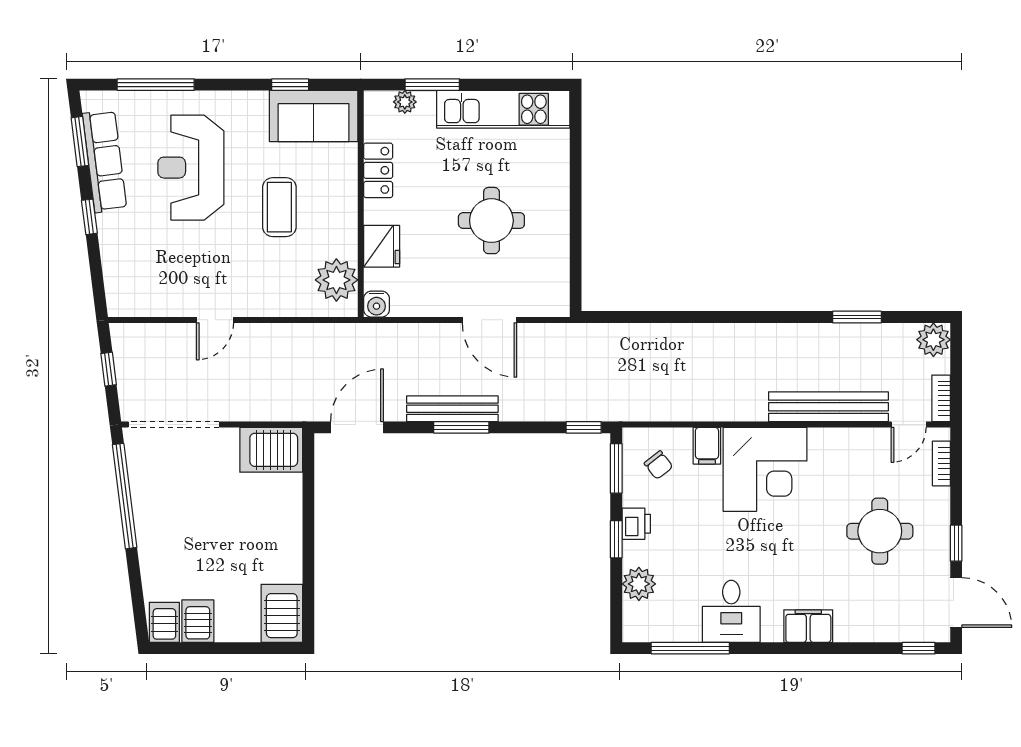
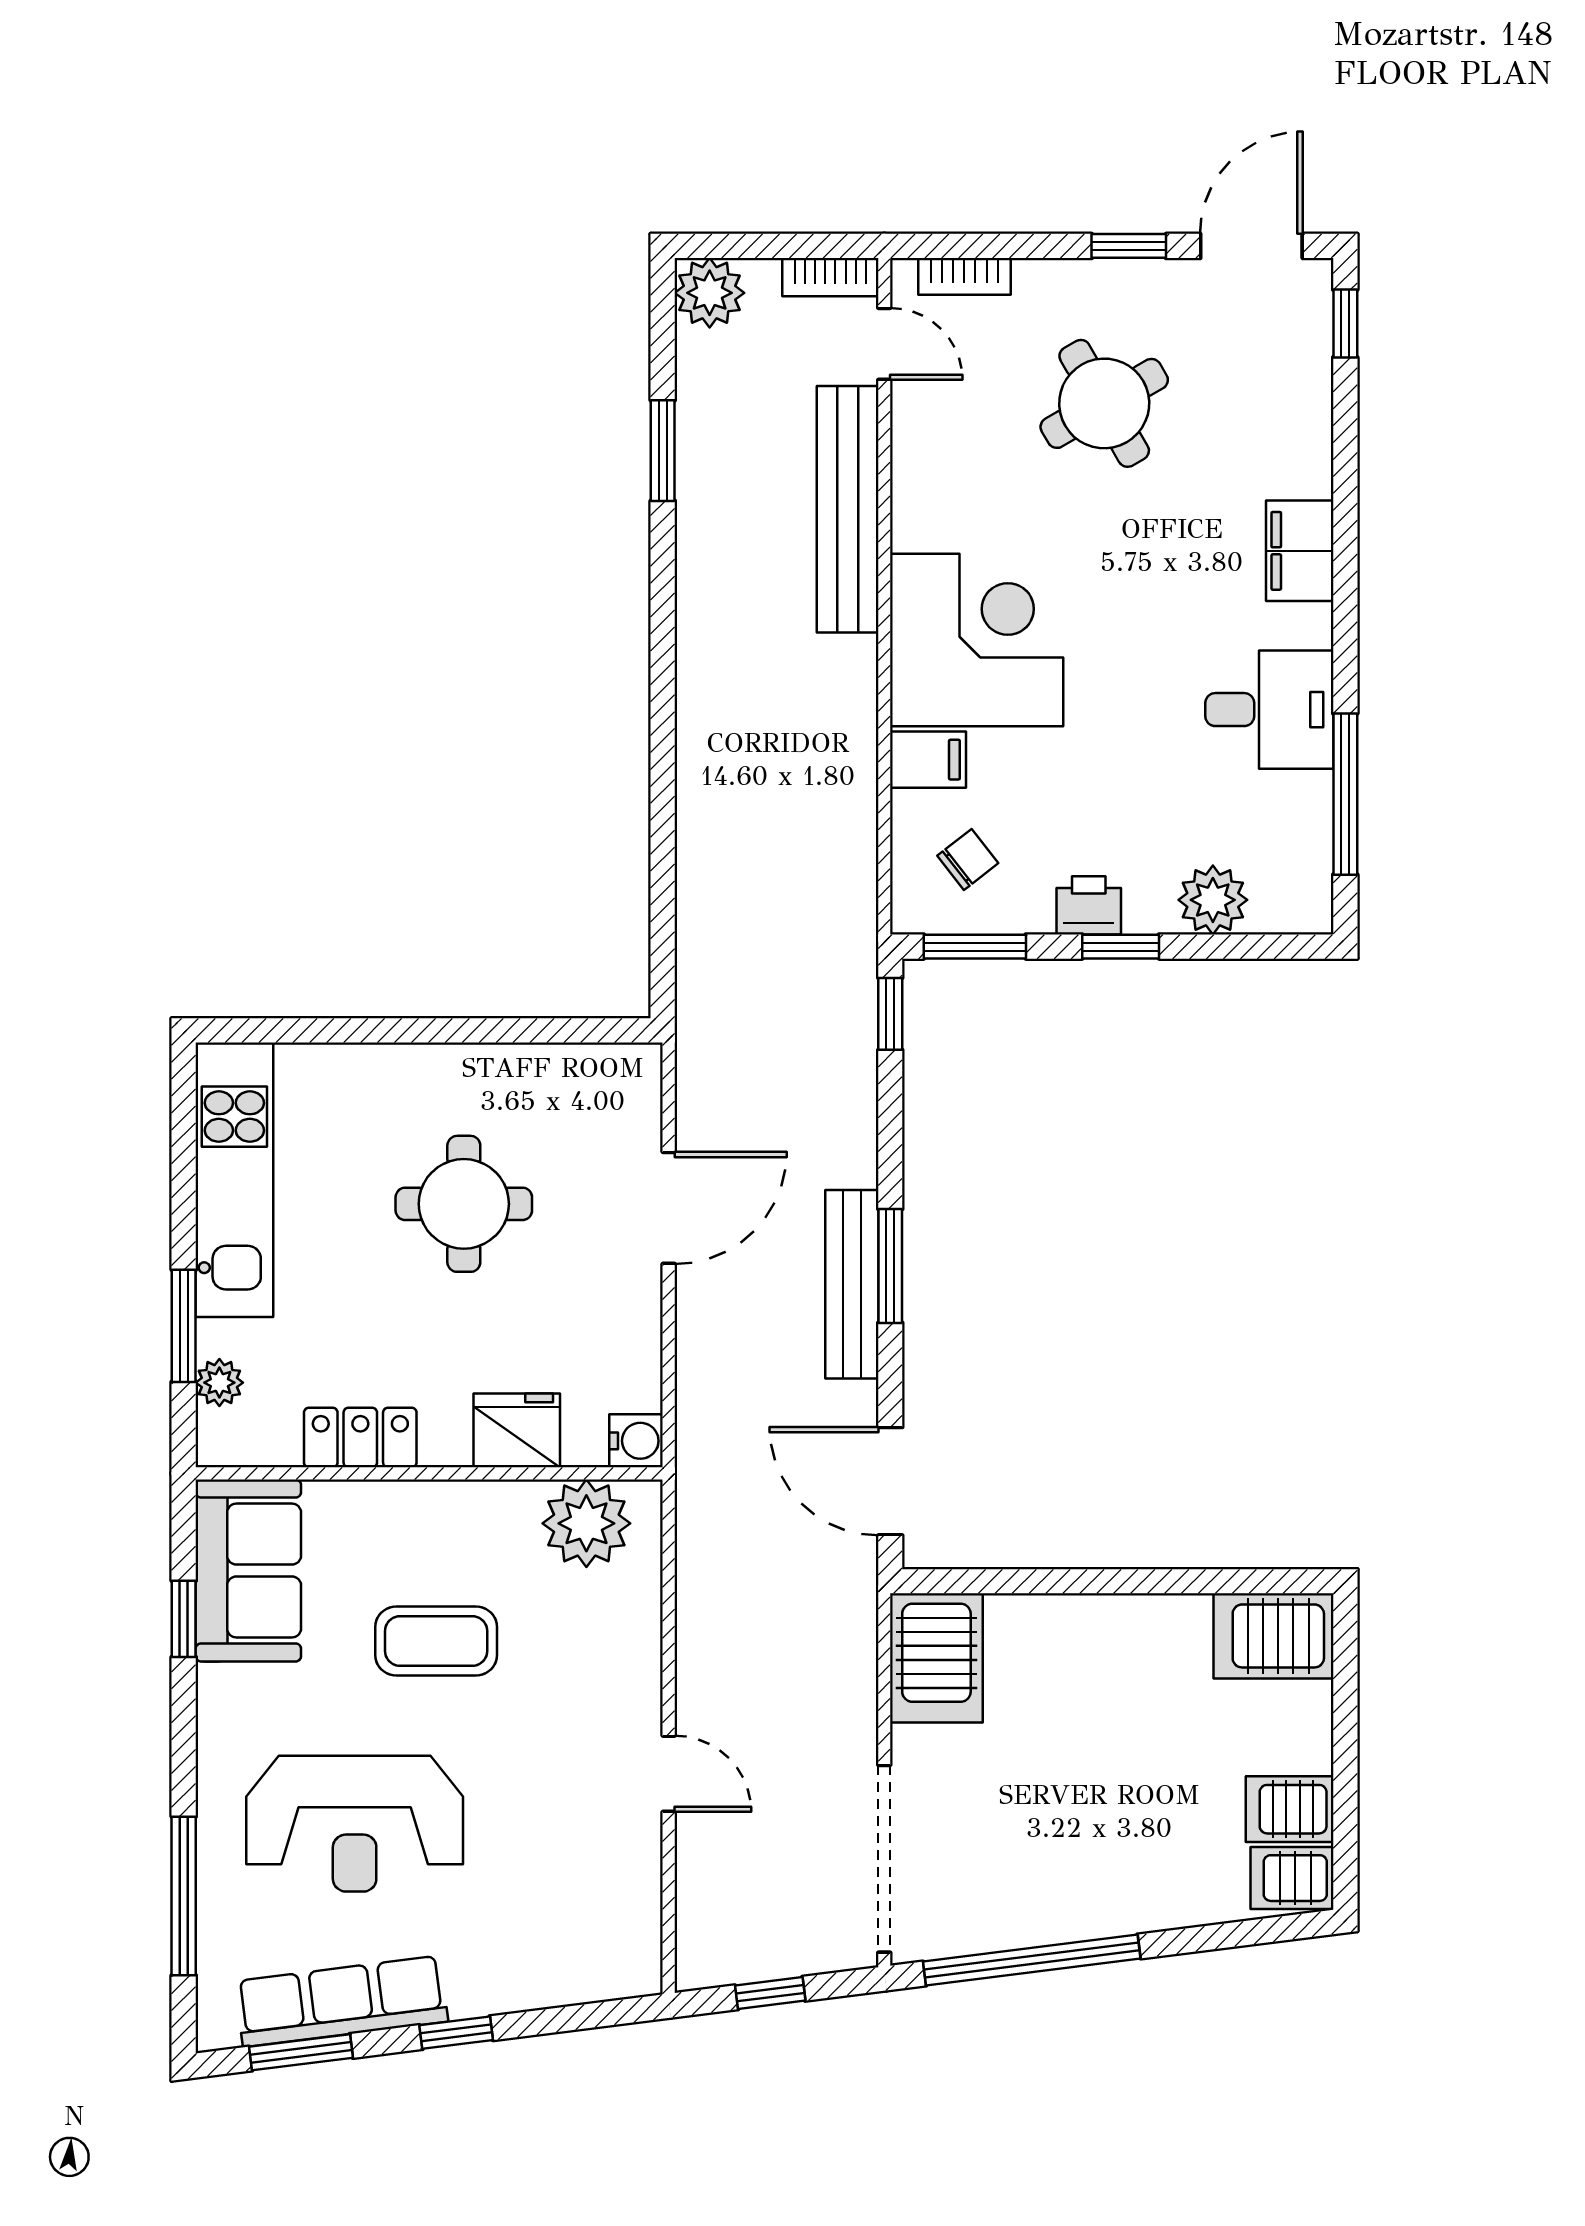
round table: (880, 531) -> (1104, 403), turned -30

